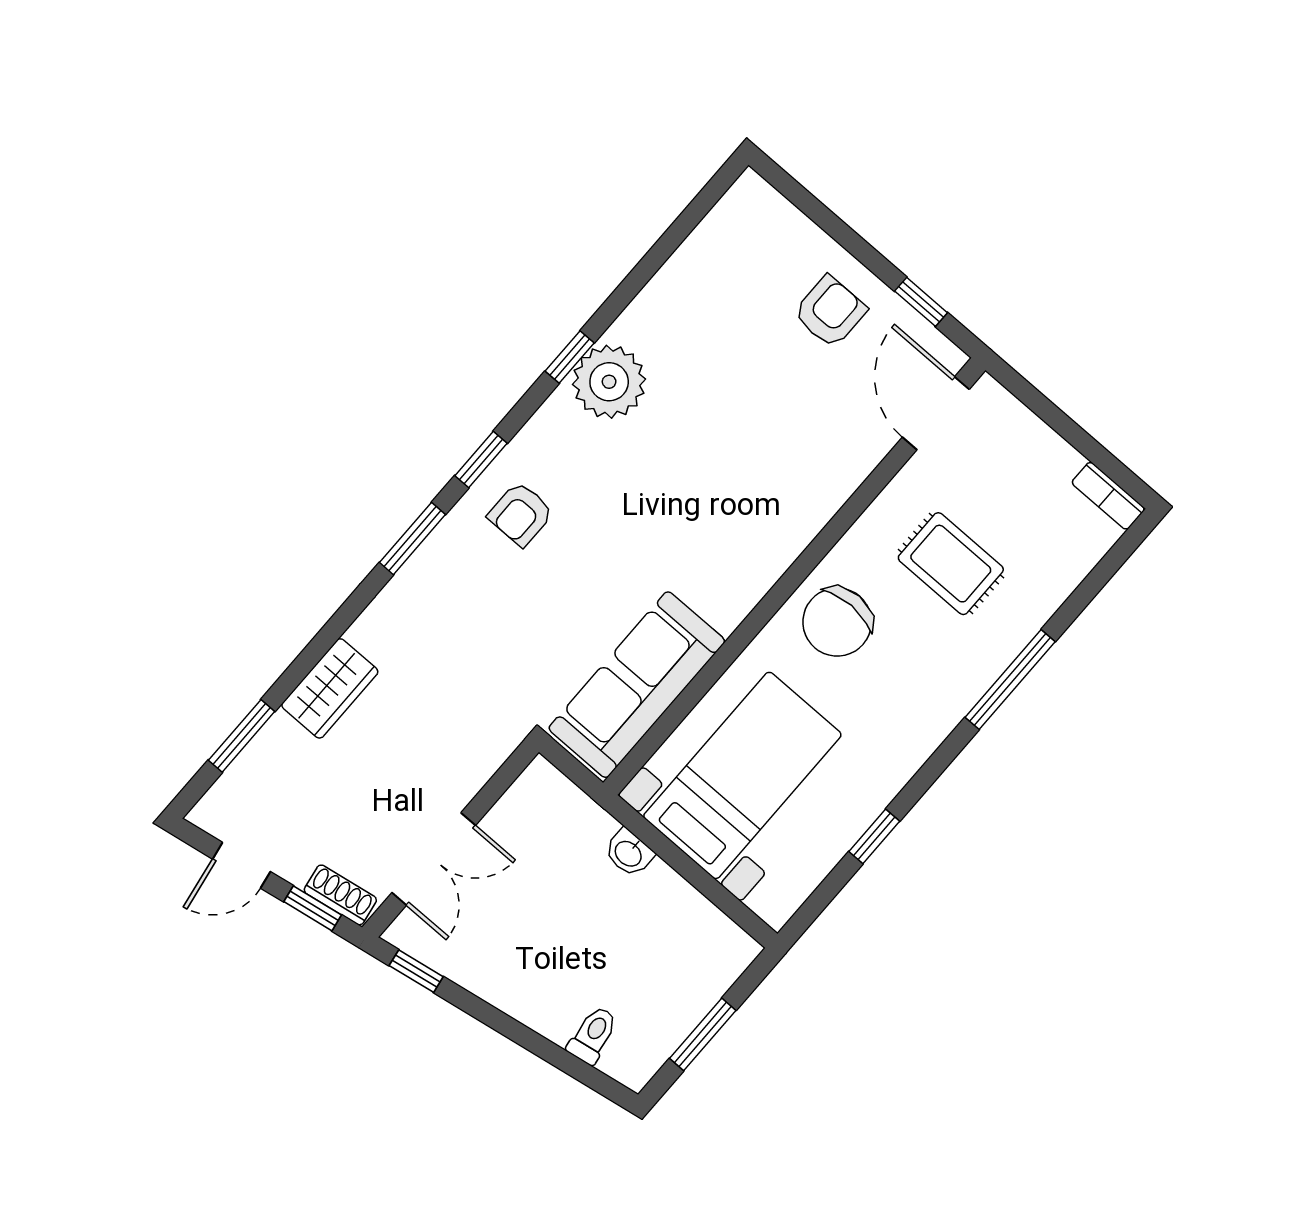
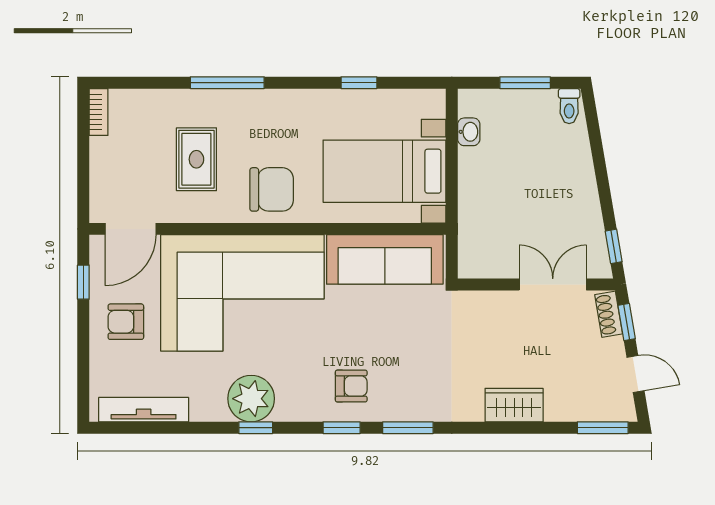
tv unit: (707, 242) -> (144, 410), added
corner sofa: (744, 480) -> (242, 293), added
window: (242, 736) -> (603, 428), moved
washbasin: (629, 853) -> (469, 132), moved
toilet: (593, 1035) -> (569, 106), moved, turned -80

